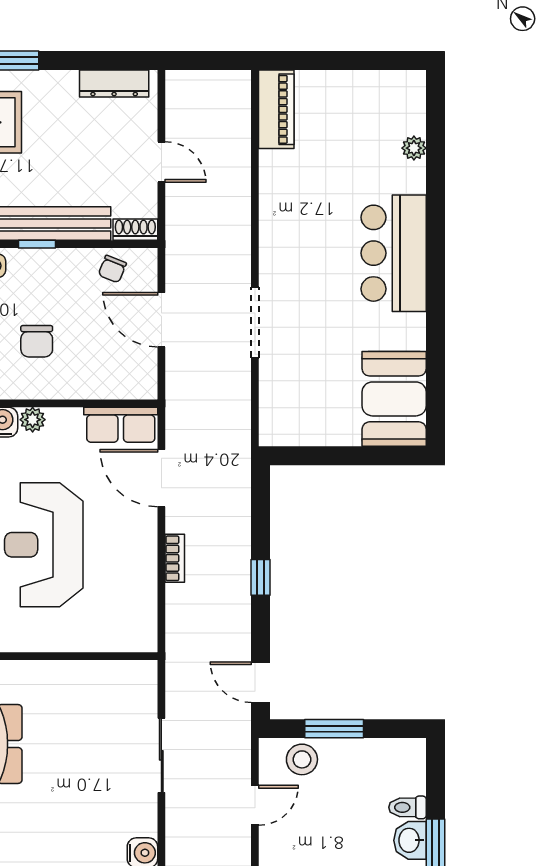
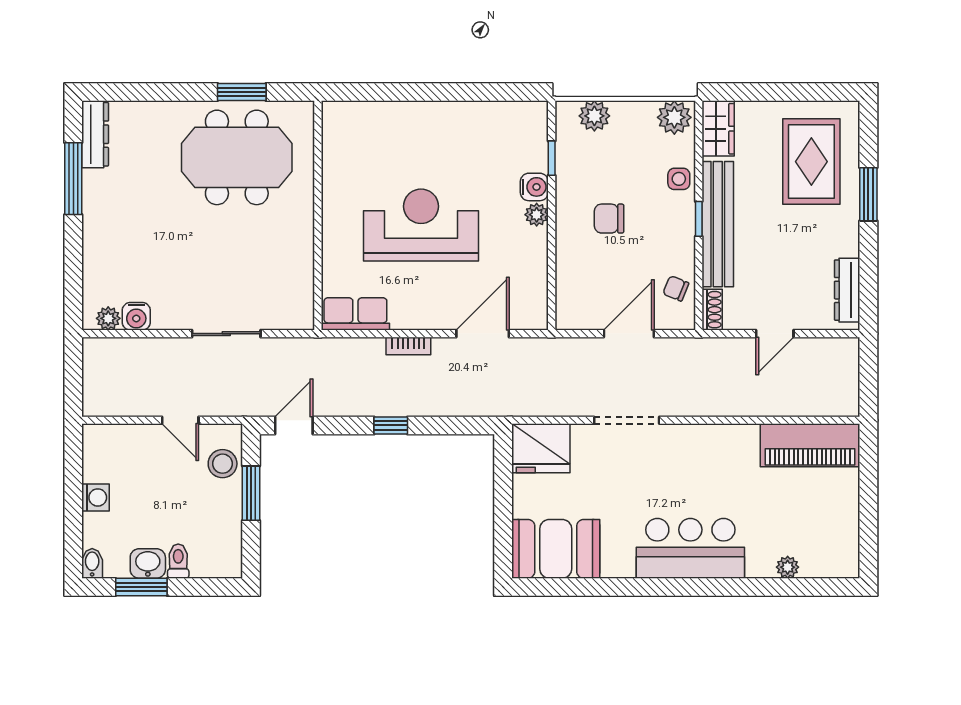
piano: (276, 109) -> (810, 445), width x1.37, depth x1.33
fridge: (285, 415) -> (541, 448), added
row of seats: (121, 425) -> (355, 314), moved, turned 90

